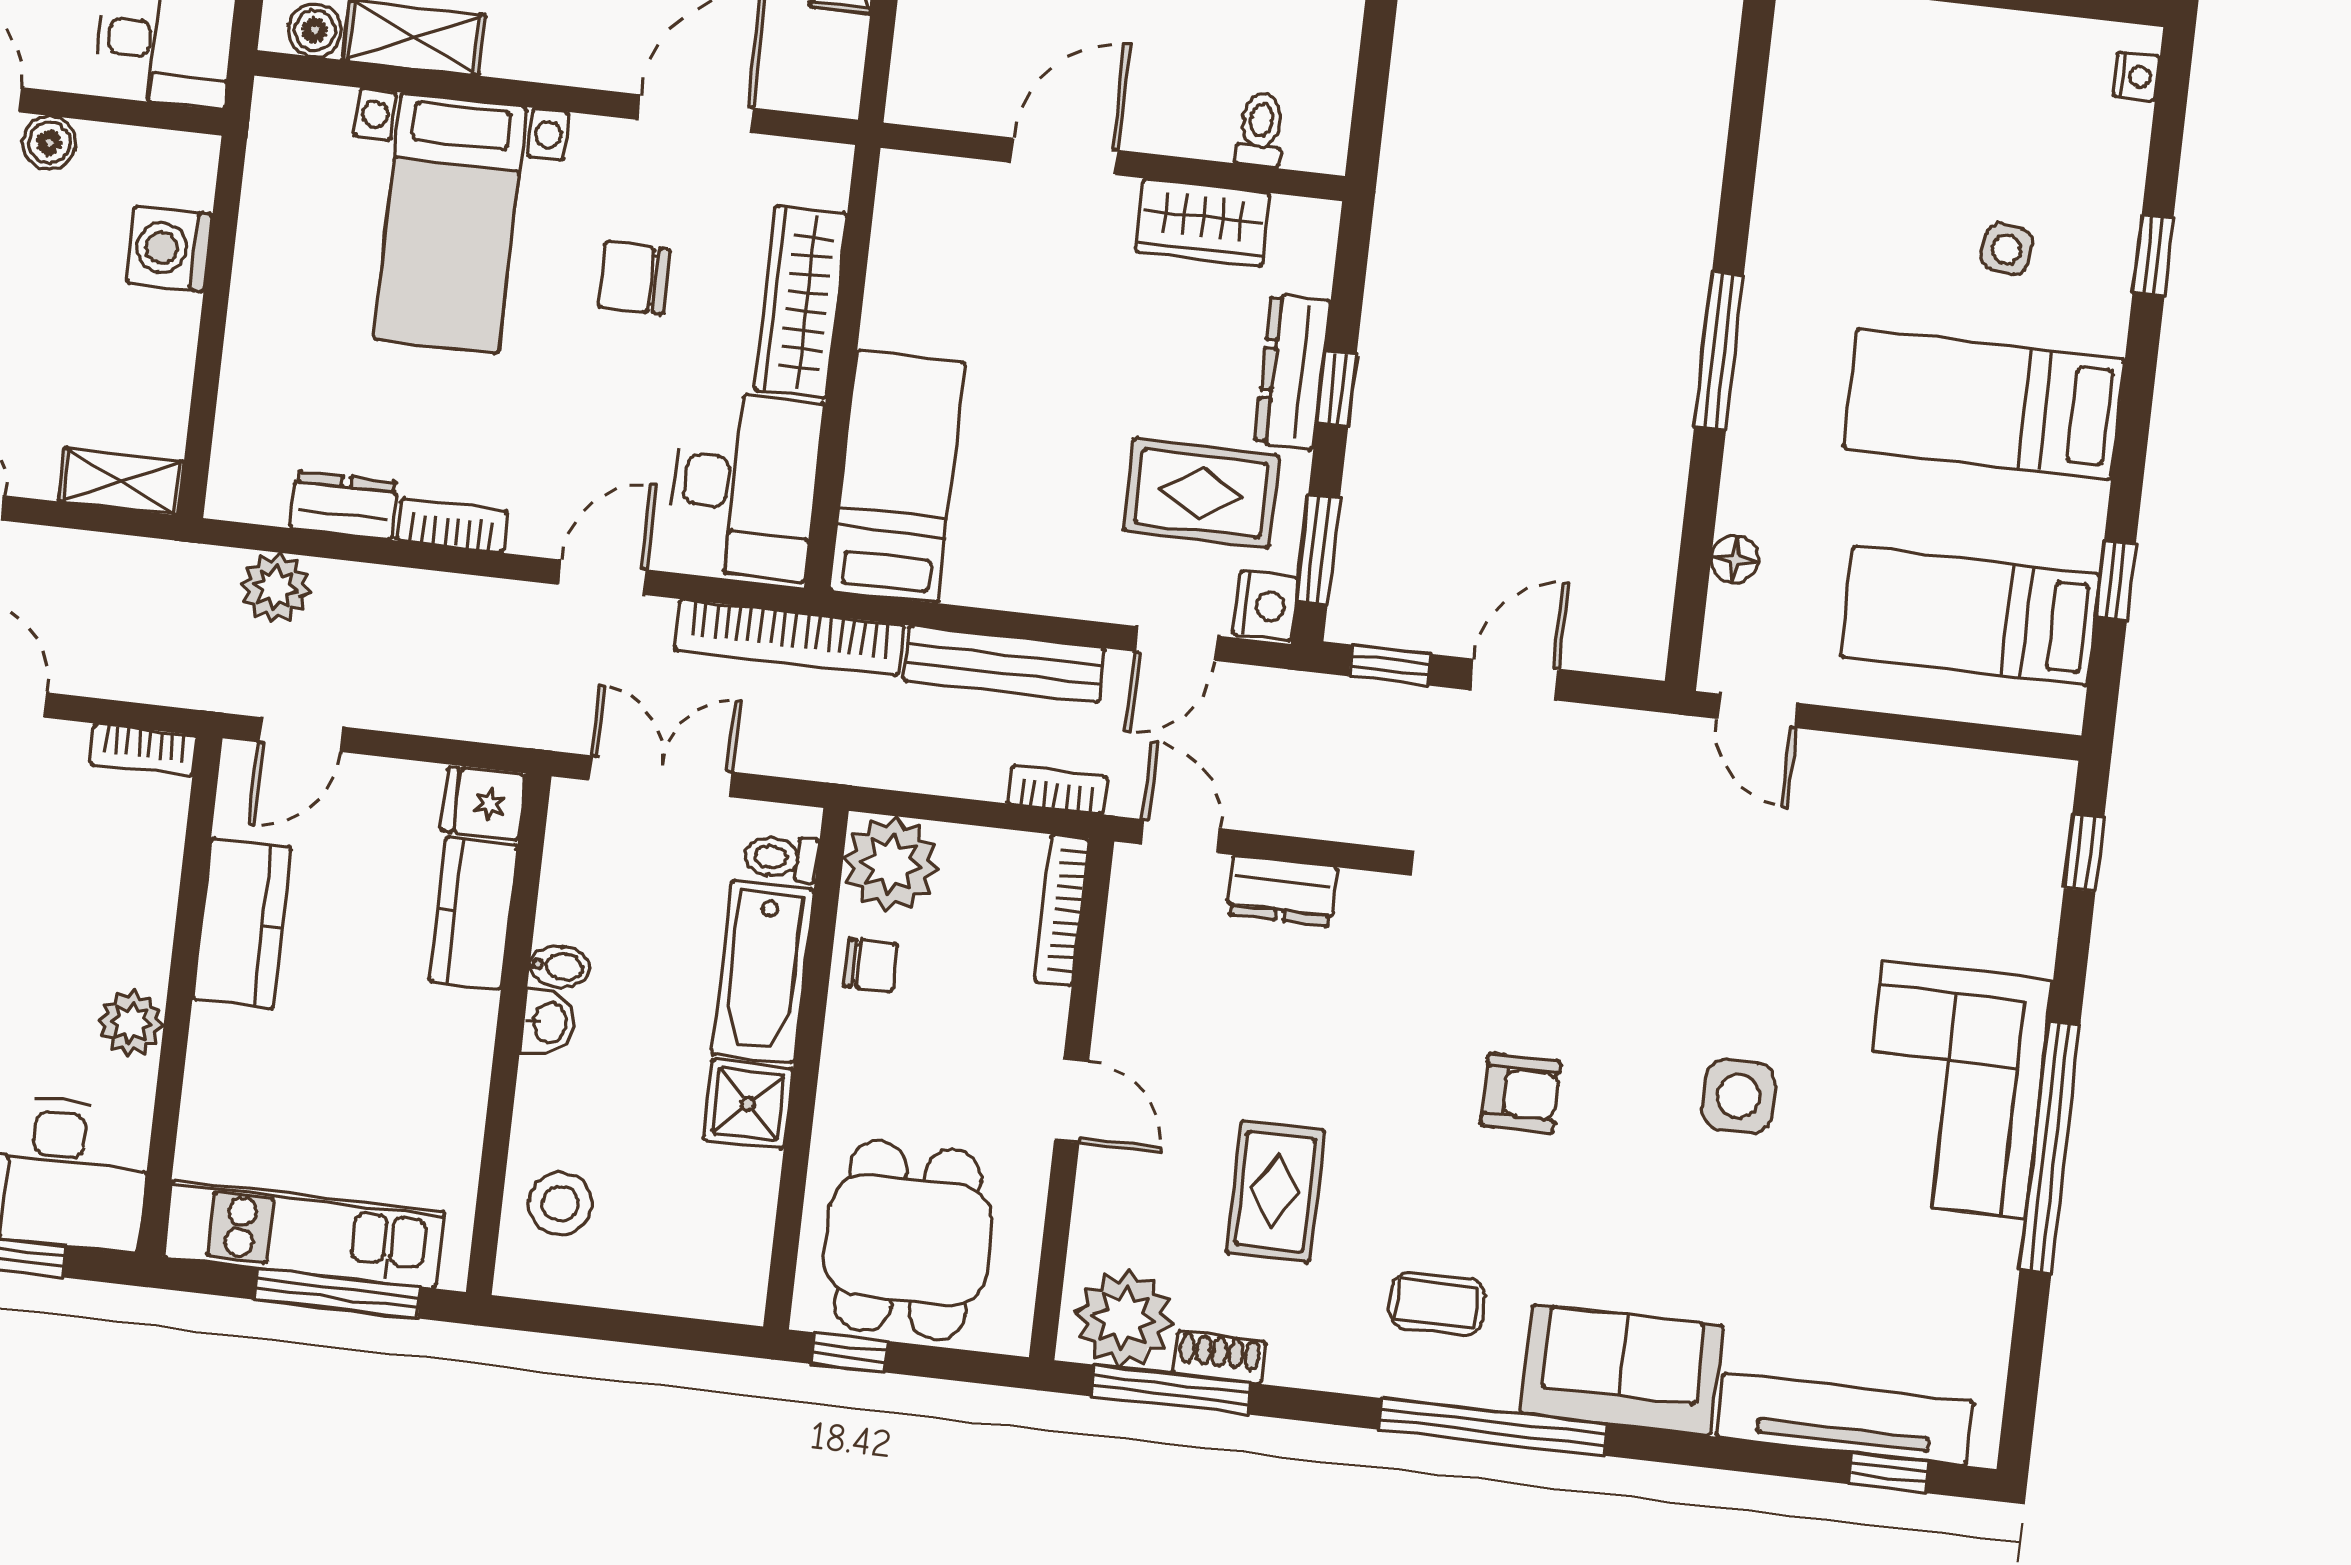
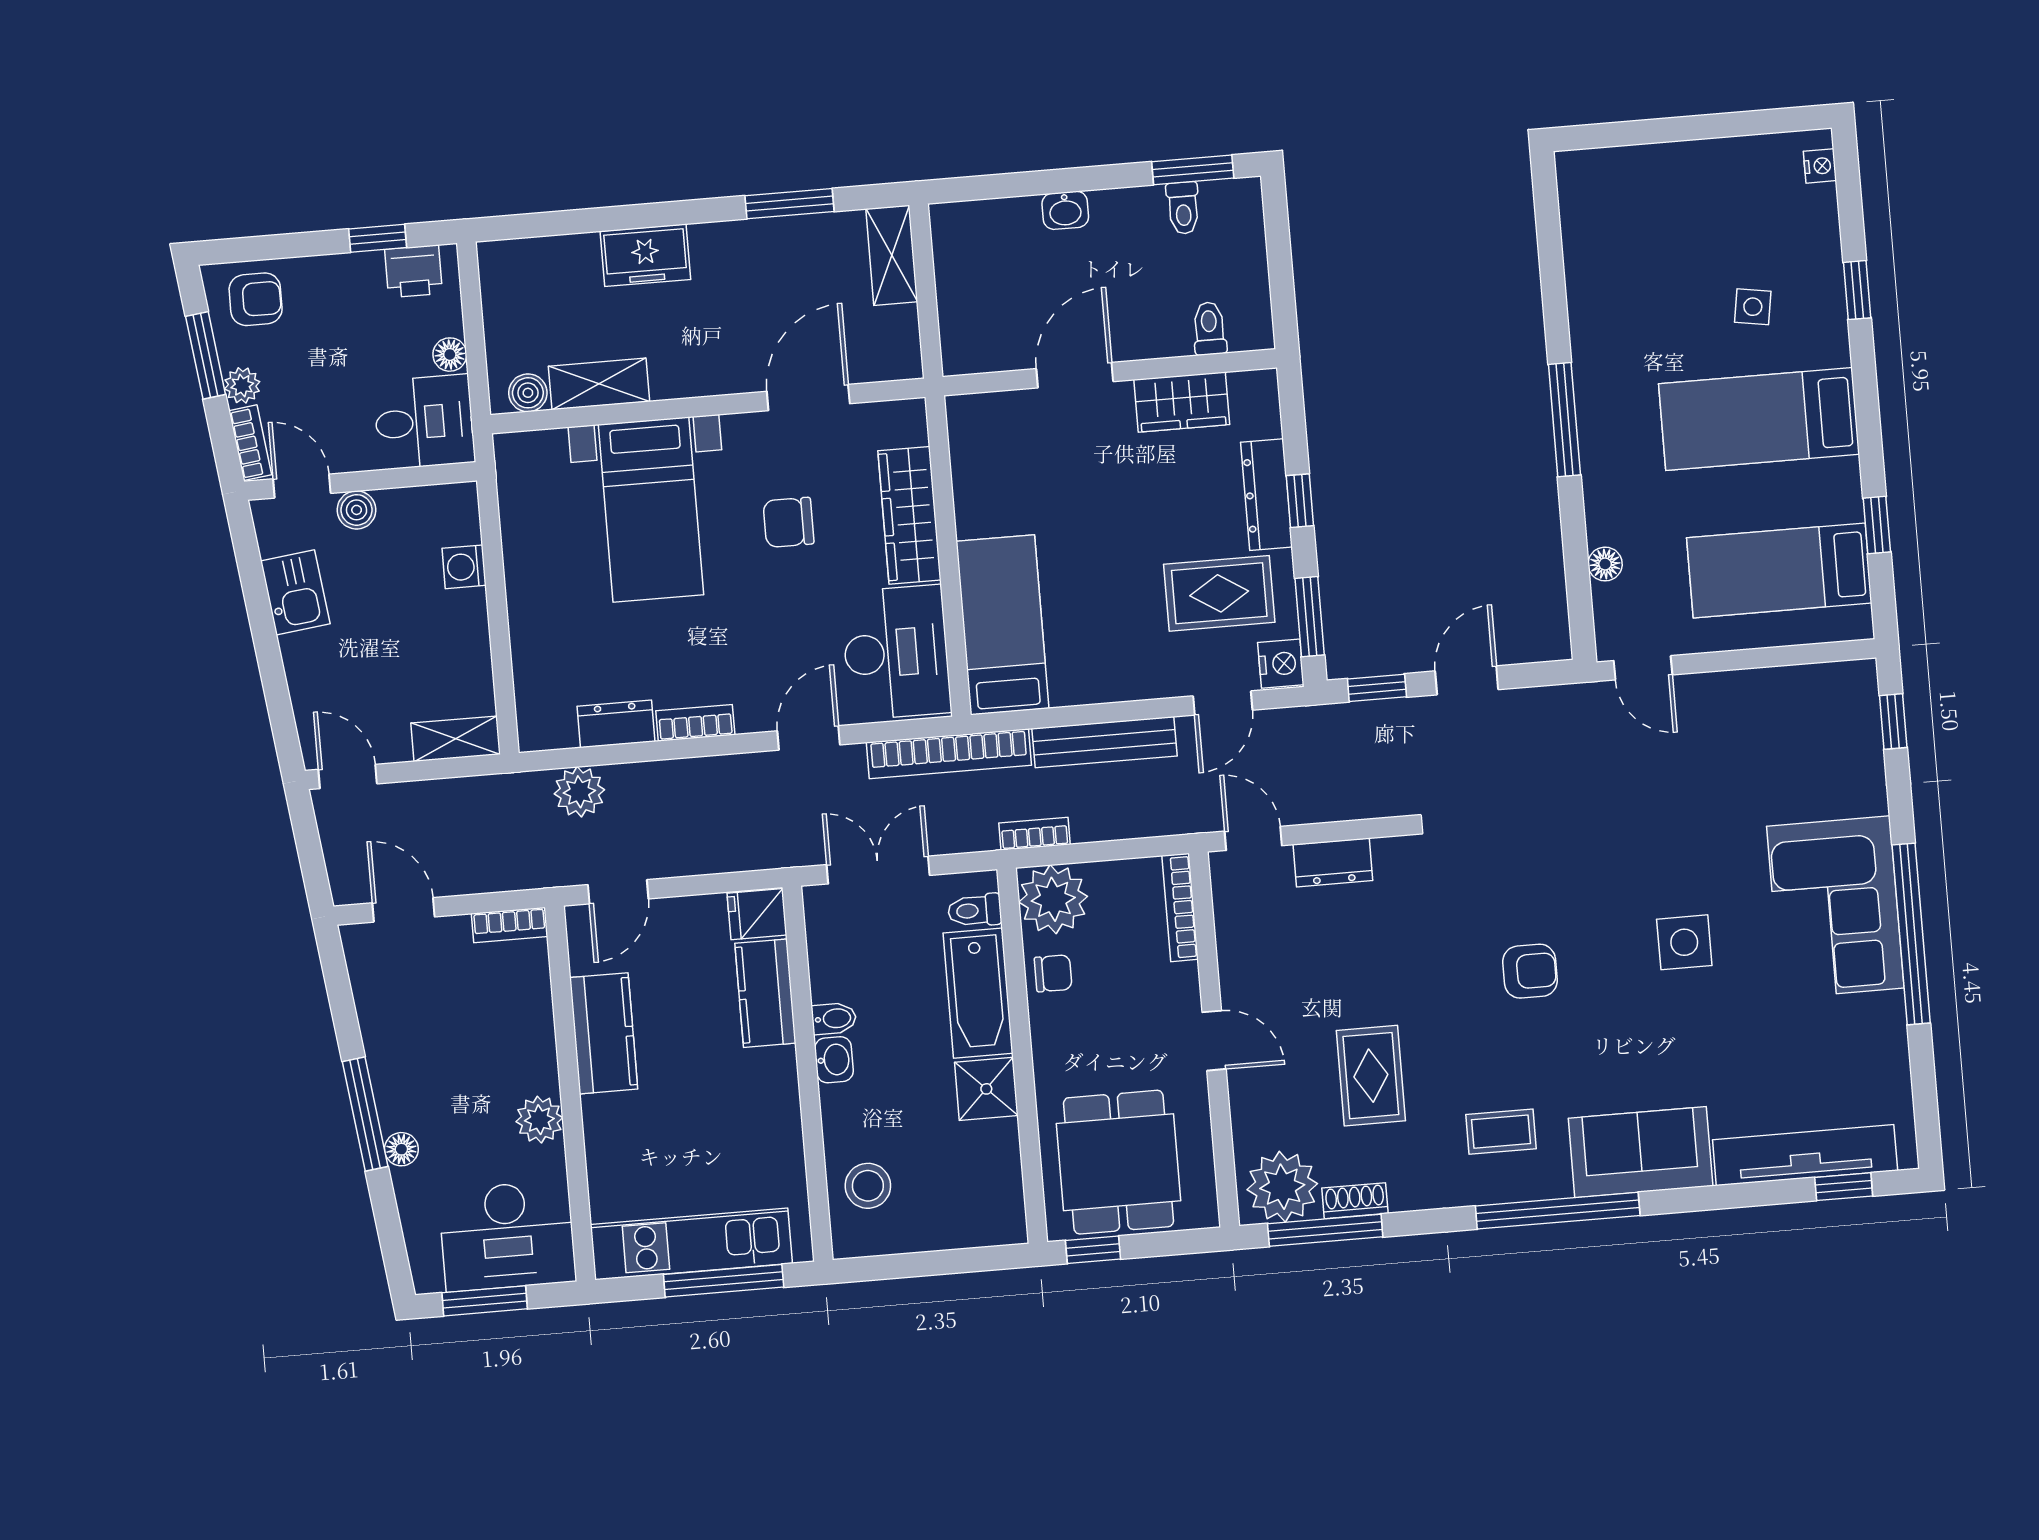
washing machine: (169, 248) -> (464, 567), width x0.73, depth x0.73
bookcase: (1057, 790) -> (1034, 834), moved

